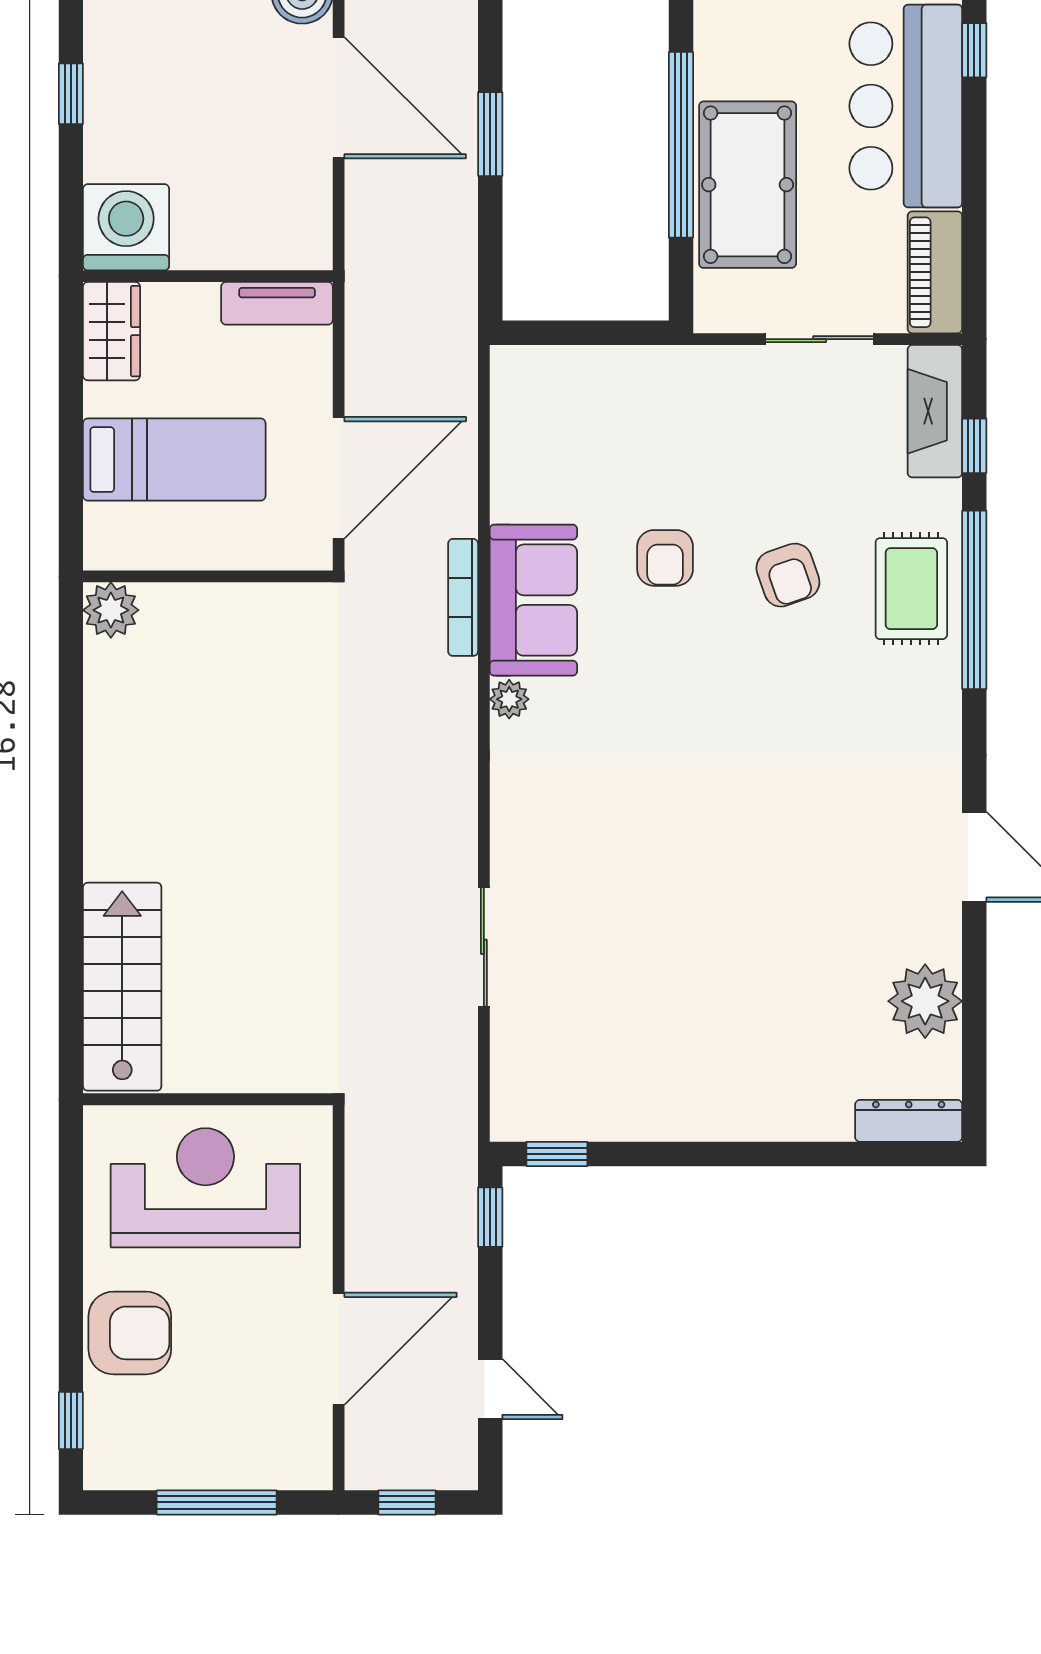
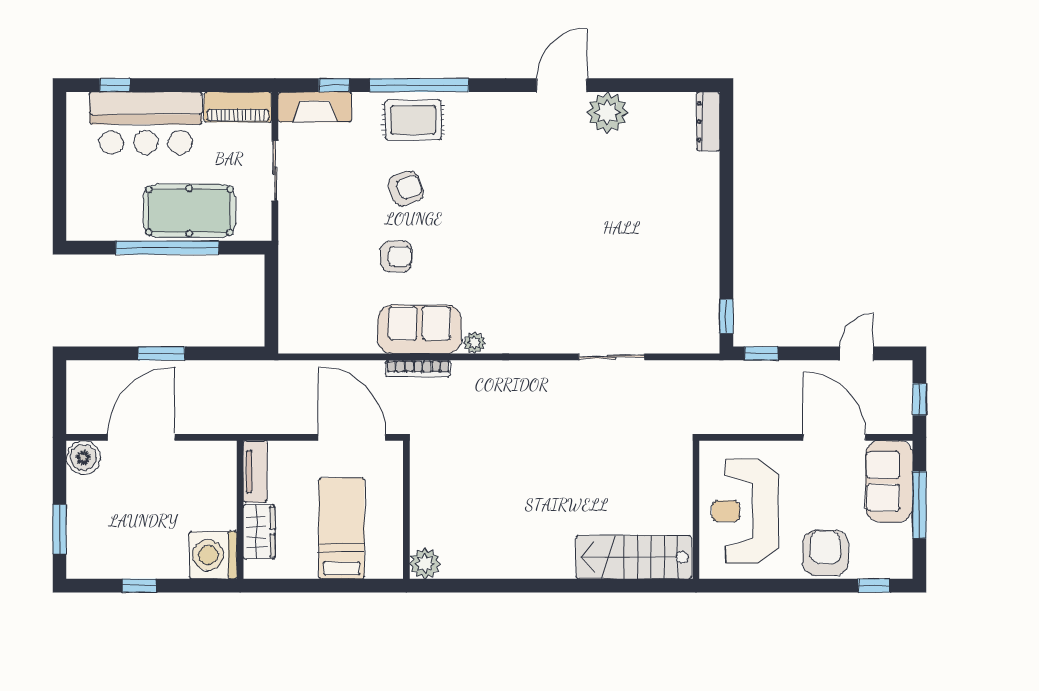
wardrobe: (112, 331) -> (259, 532), moved, turned 90
plant: (925, 1001) -> (608, 112), moved
sofa: (259, 1448) -> (889, 481), added

